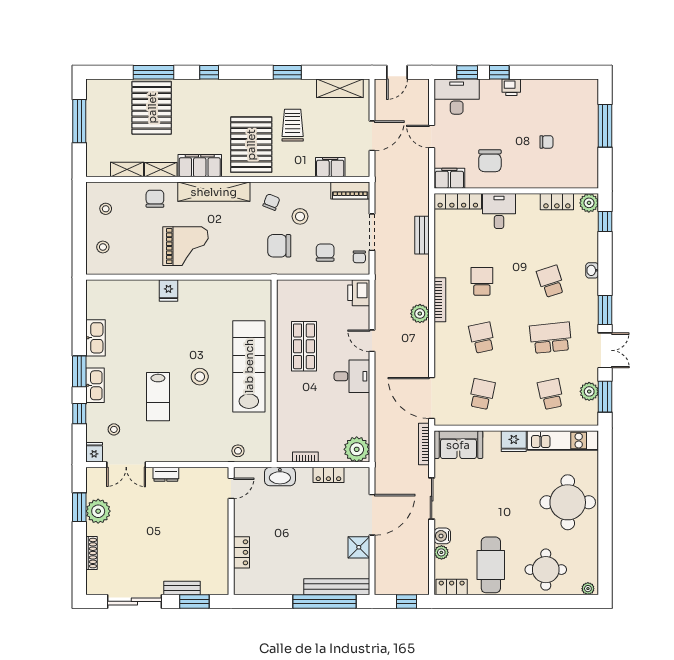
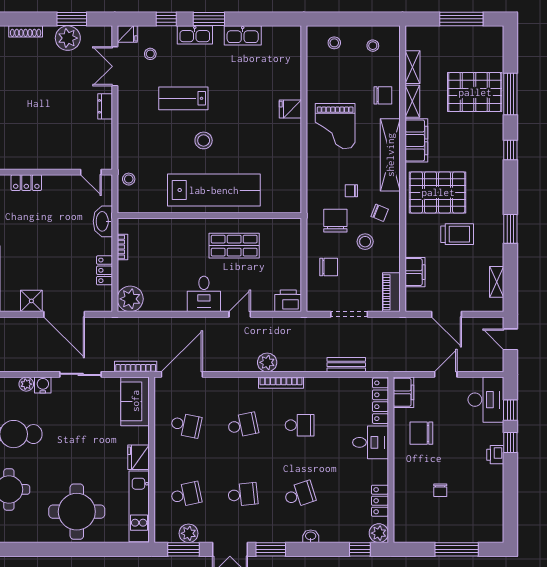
shelving: (340, 88) -> (497, 282), width x0.67, depth x0.75
chair: (359, 257) -> (351, 191), moved
school desk: (551, 338) -> (243, 494), width x0.54

